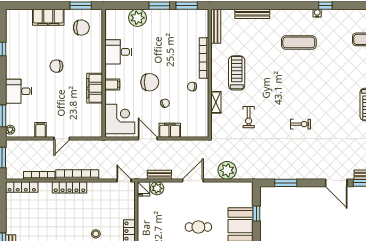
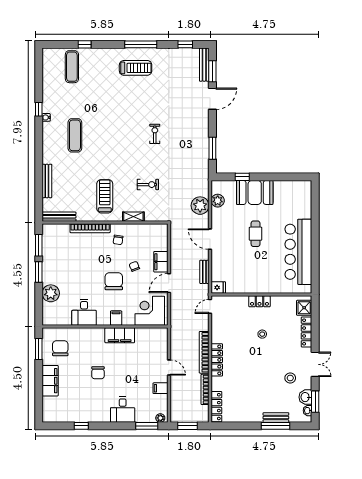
treadmill: (237, 73) -> (105, 196), turned 90
plant: (157, 188) -> (218, 201), moved

